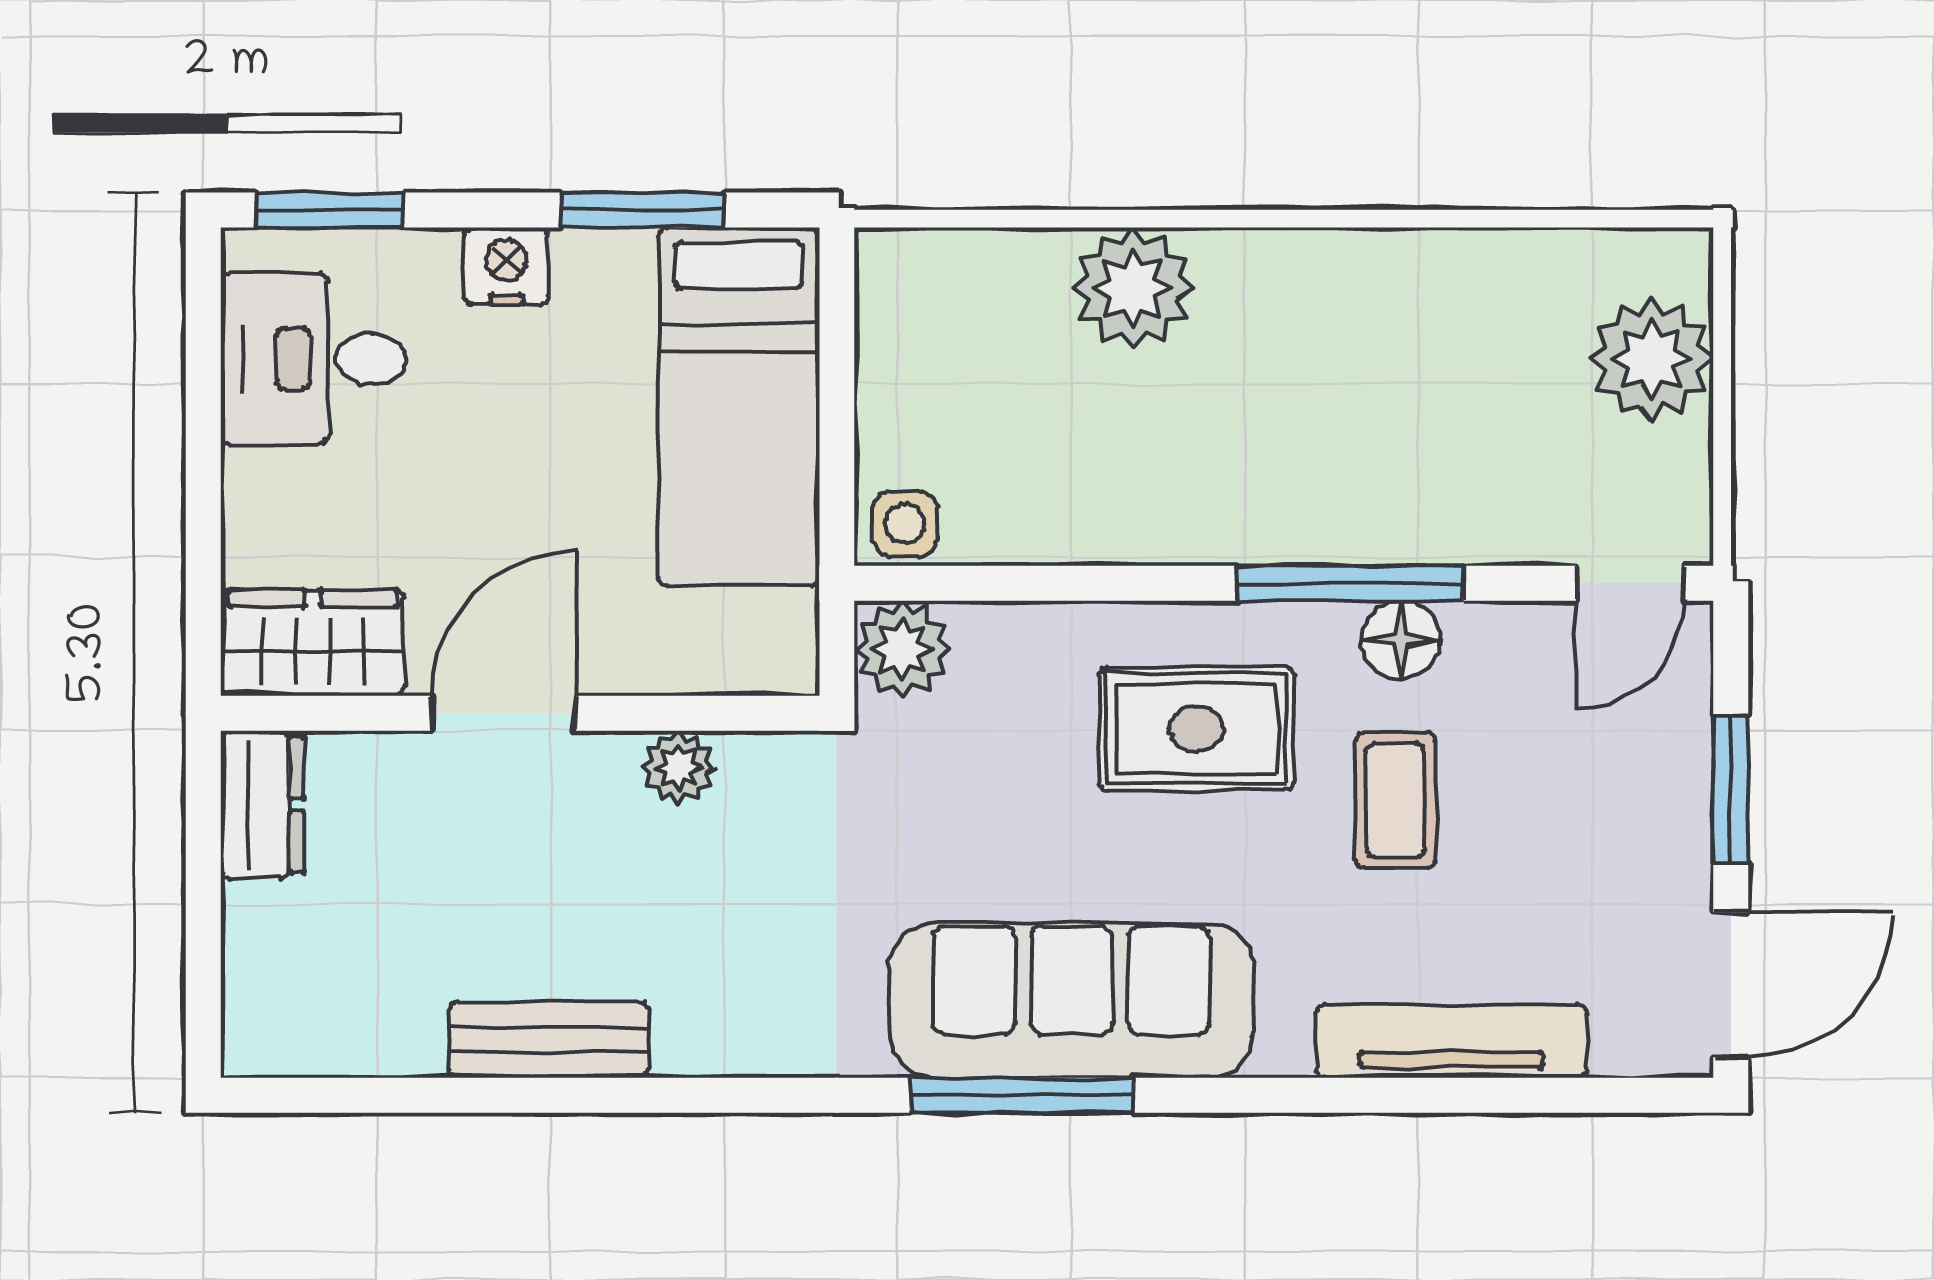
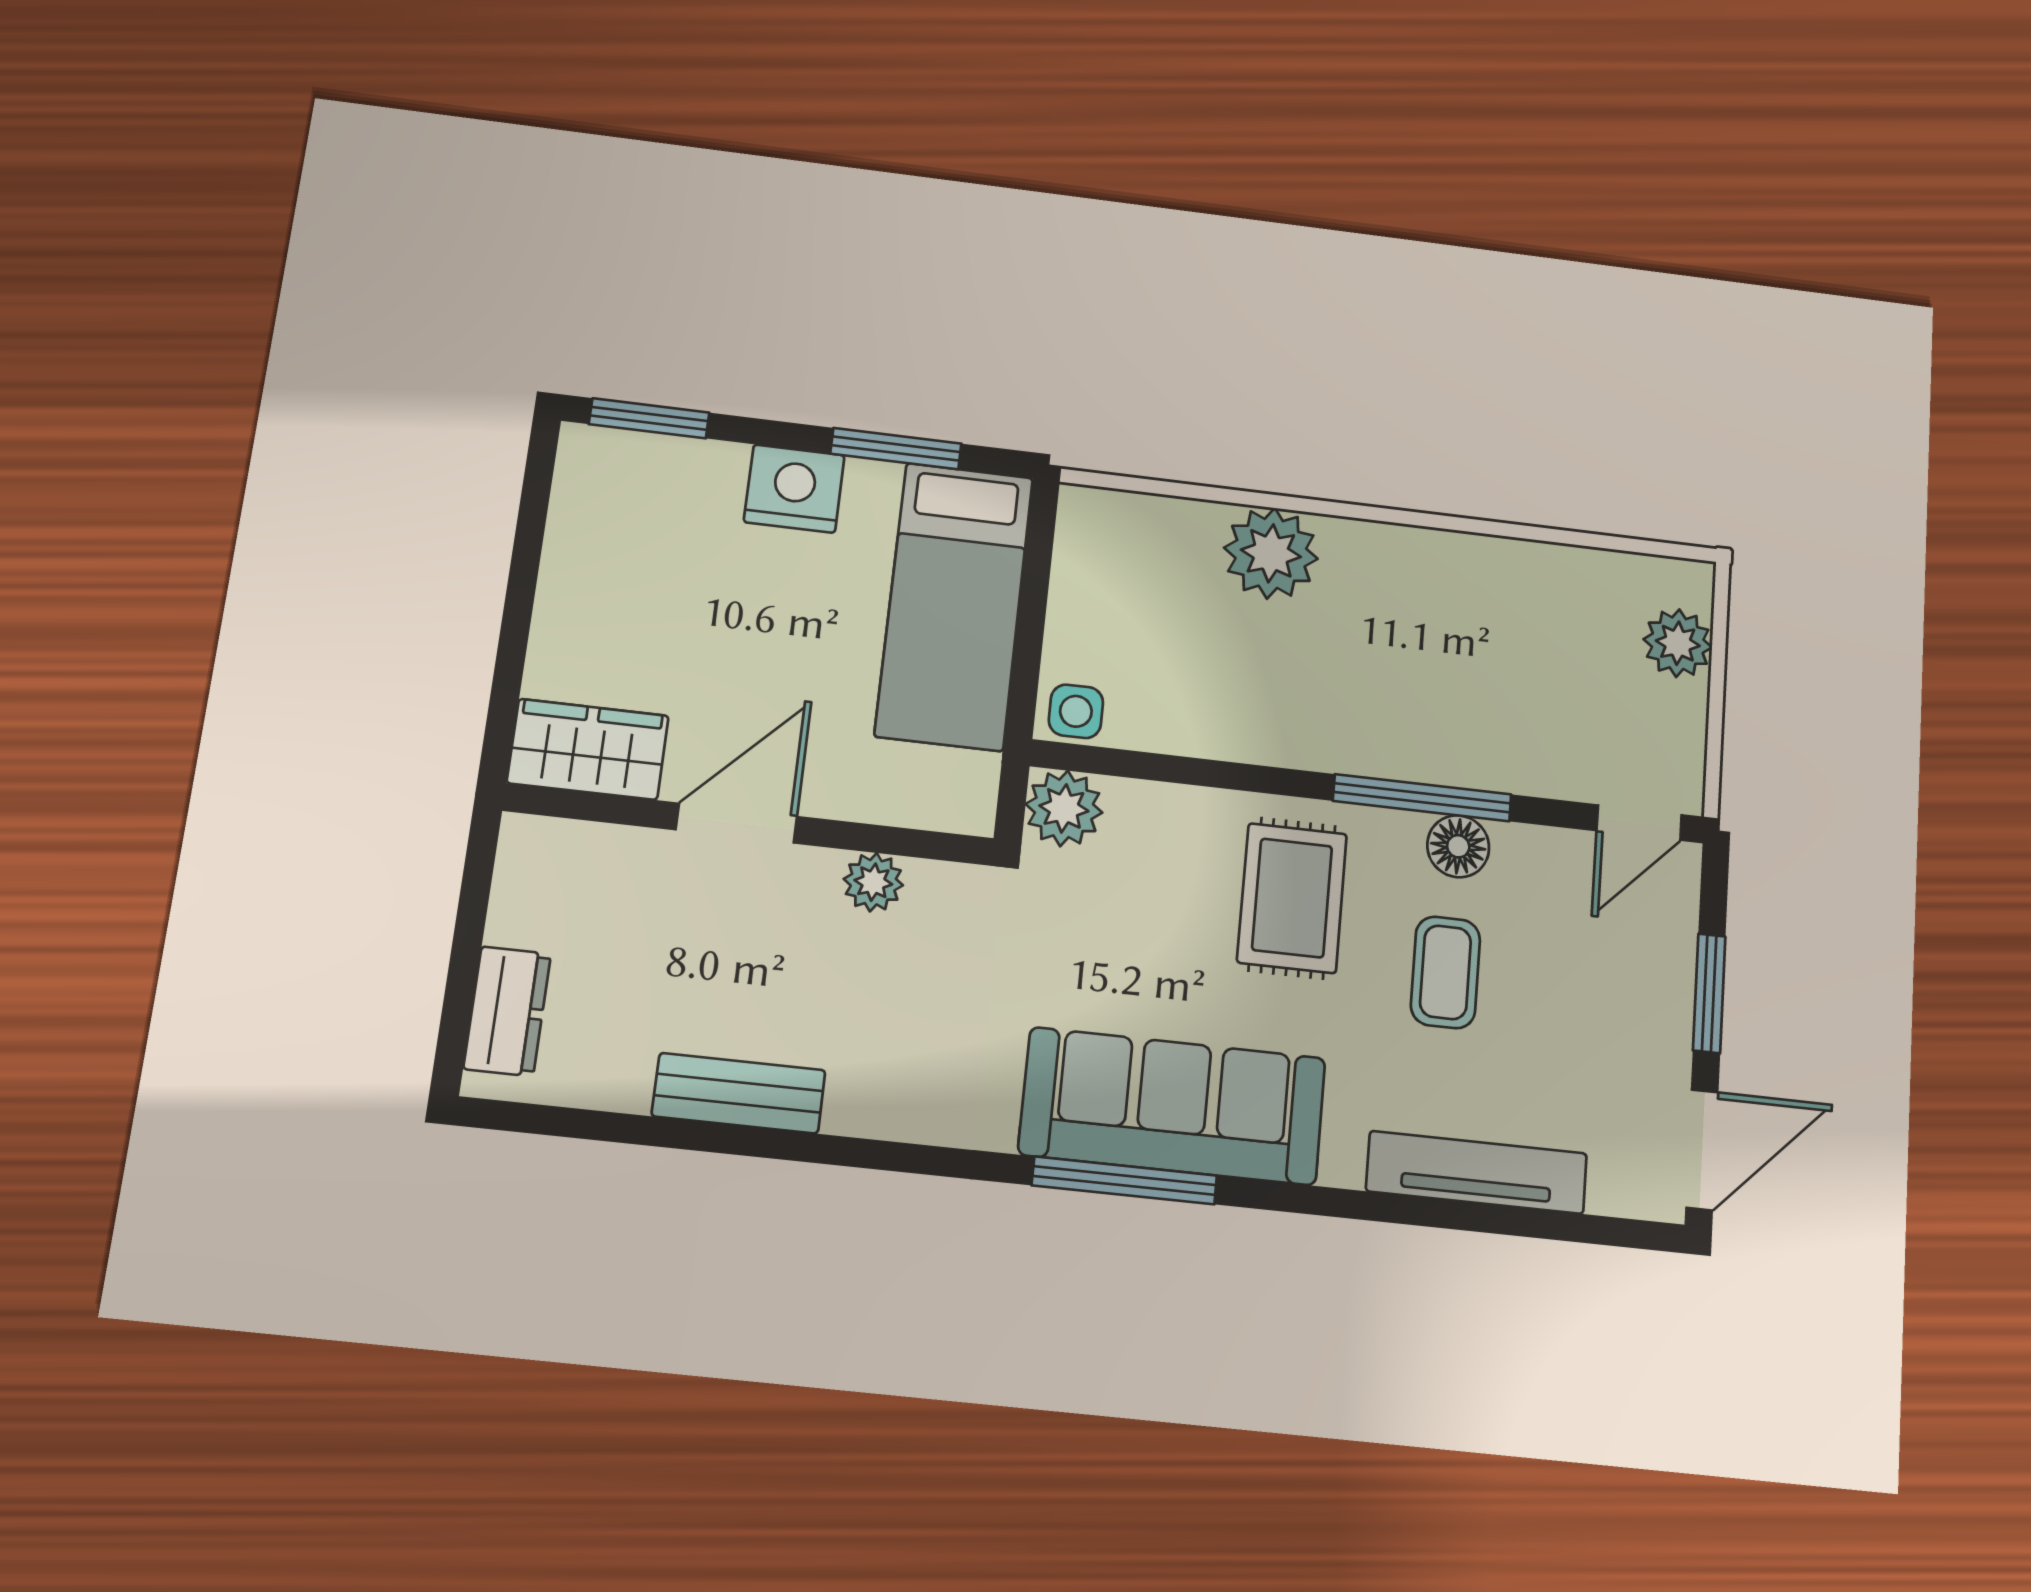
nightstand: (506, 266) -> (794, 489), width x1.36, depth x1.33
desk: (313, 359) -> (620, 529), removed
plant: (1652, 359) -> (1678, 643), width x0.73, depth x0.73
rug: (1196, 729) -> (1292, 898), turned 90
dresser: (262, 805) -> (507, 1011), moved

